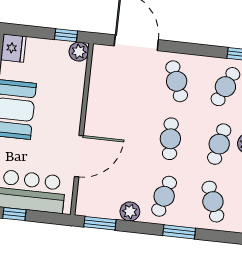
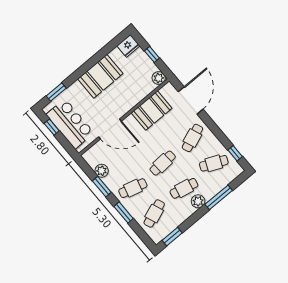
window: (66, 35) -> (152, 54), moved
booth: (105, 94) -> (152, 111), added
plant: (130, 211) -> (102, 171), moved
window: (100, 223) -> (102, 187), moved

